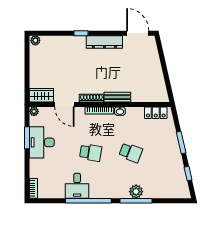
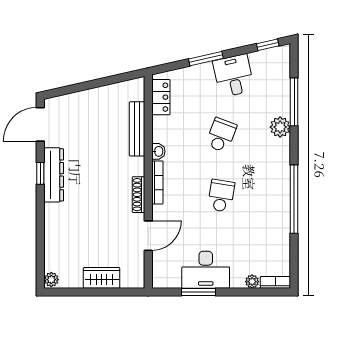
window: (81, 33) -> (40, 173), moved
wardrobe: (41, 95) -> (102, 278), moved, turned 90
bench: (117, 97) -> (137, 129), moved, width x1.36
plant: (34, 111) -> (252, 282), moved
window: (188, 173) -> (268, 45), moved
desk: (77, 186) -> (234, 76), moved, turned -103
window: (136, 201) -> (294, 102), moved

